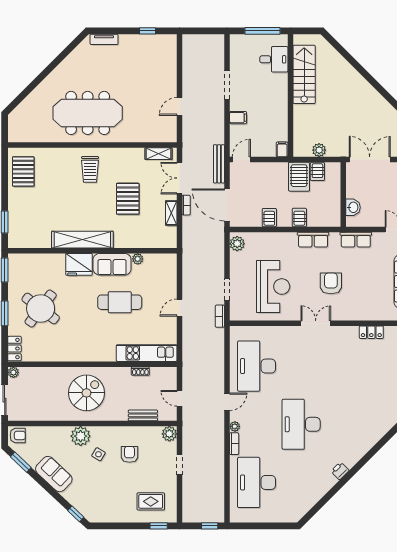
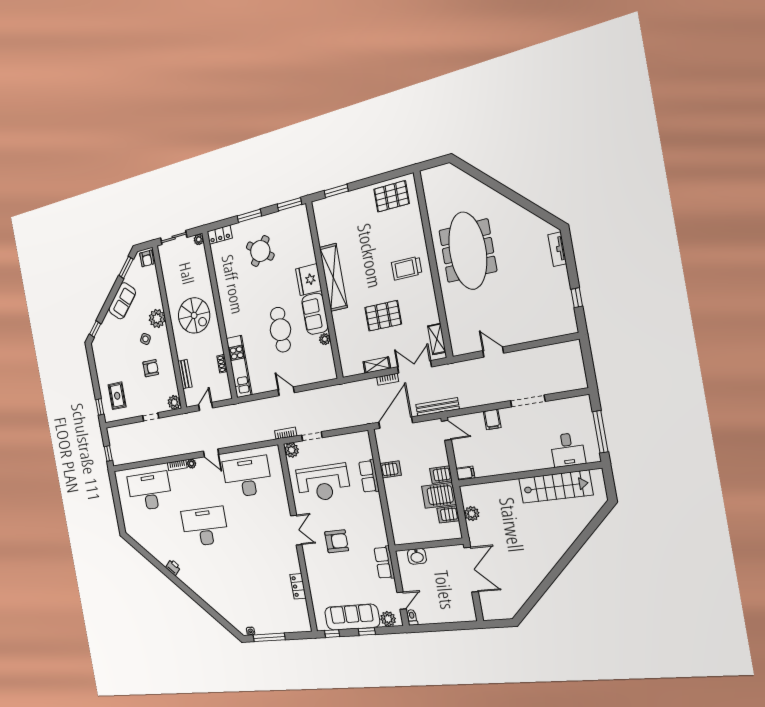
server rack: (299, 218) -> (441, 475), moved, turned 180
row of seats: (313, 240) -> (369, 476), moved
plant: (237, 244) -> (292, 450), moved
round table: (41, 309) -> (260, 251), width x0.73, depth x0.73

